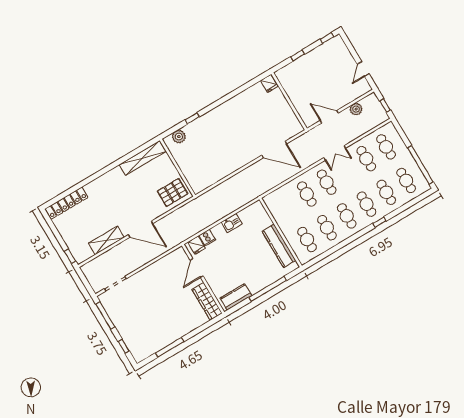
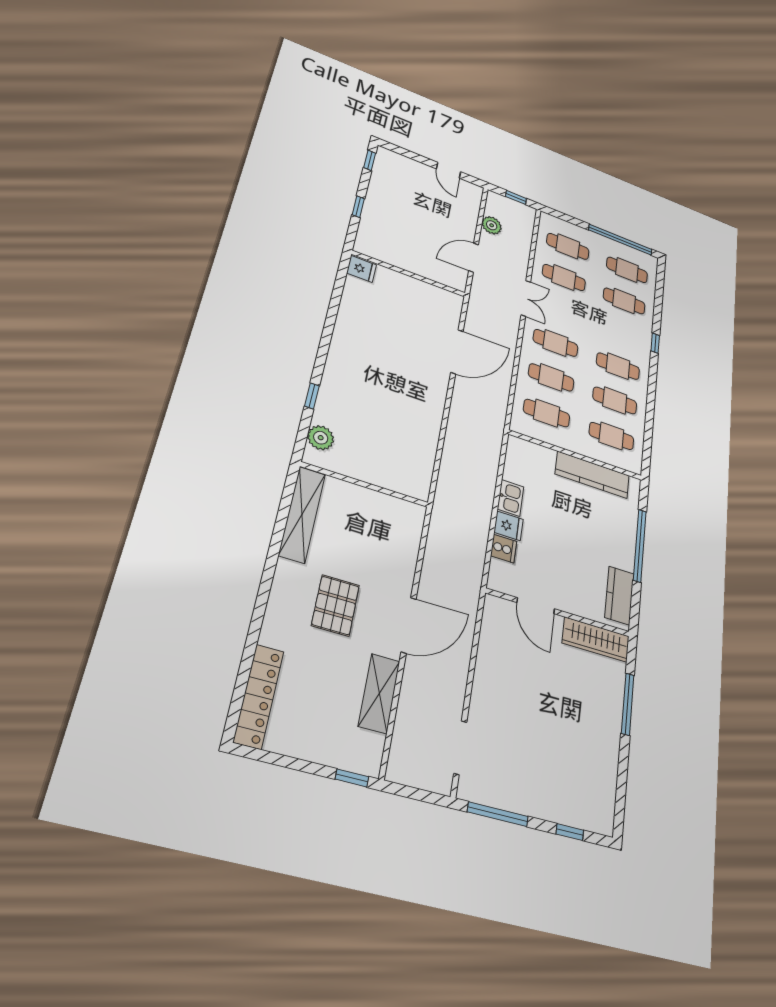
pallet: (173, 192) -> (336, 605), moved
cafe table: (366, 204) -> (547, 413), moved
fridge: (196, 245) -> (509, 526), moved
window: (170, 347) -> (628, 704), moved

